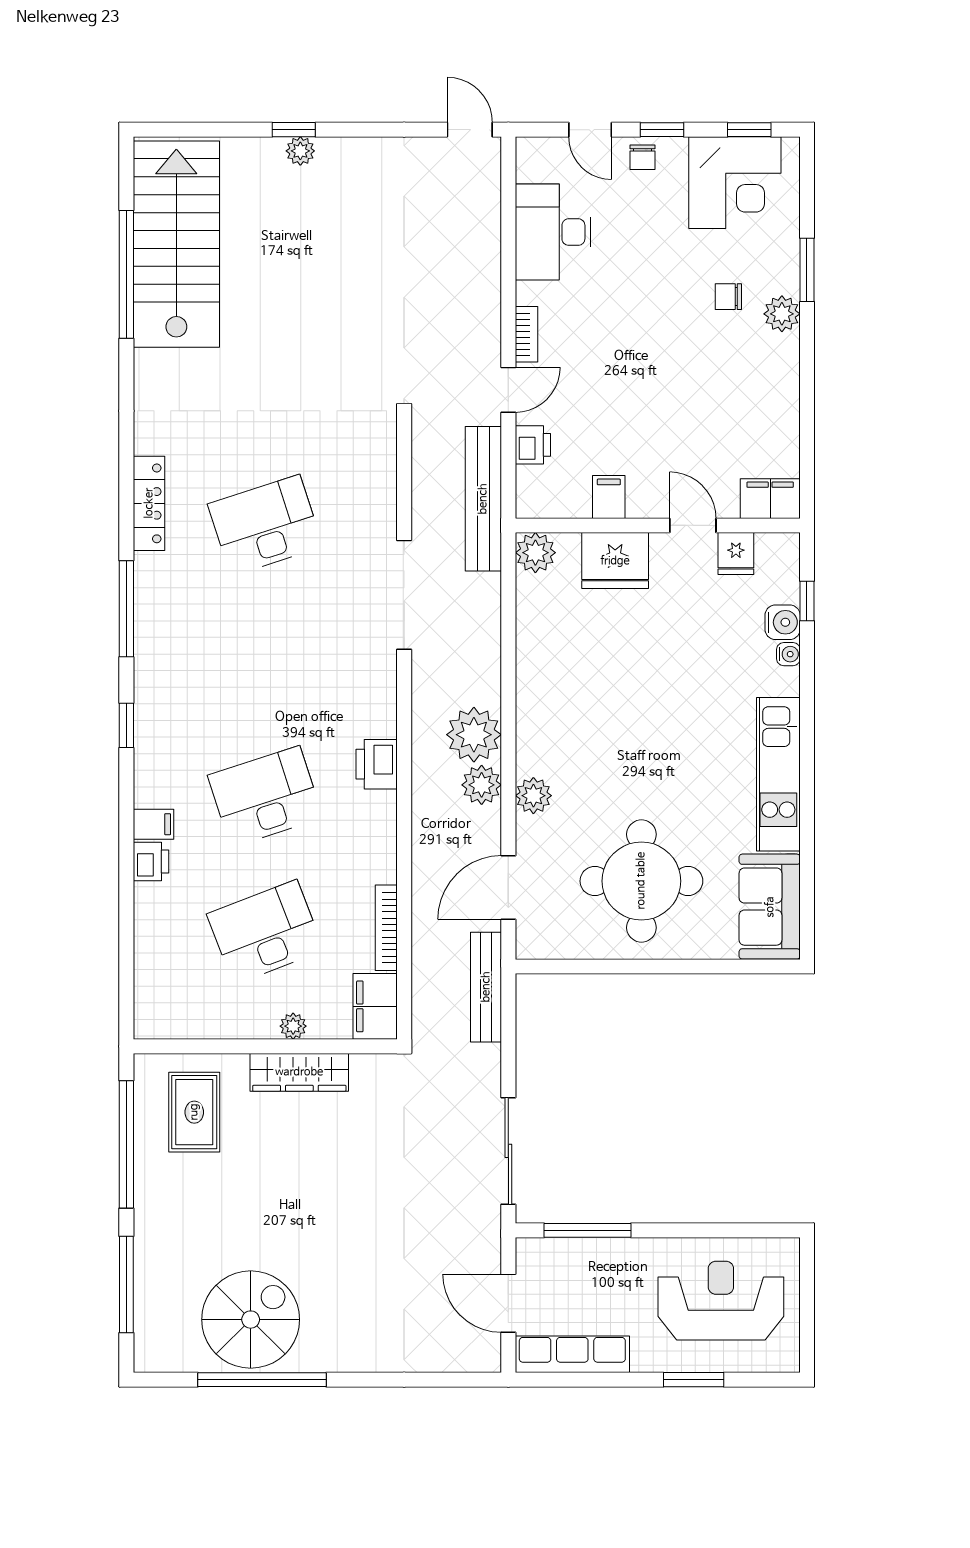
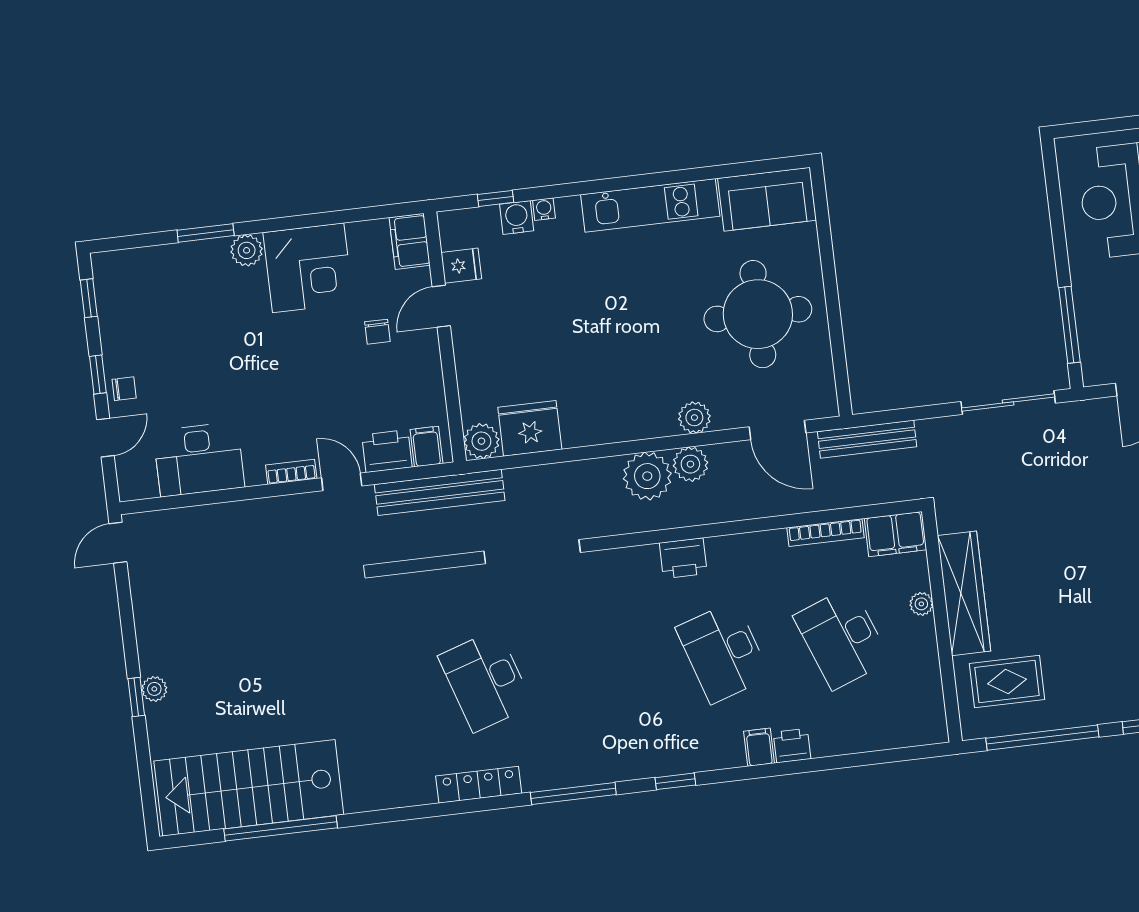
corner desk: (735, 183) -> (308, 268), moved, turned 90
chair: (728, 297) -> (377, 332), moved
printer: (533, 445) -> (387, 451), width x1.36, depth x1.24
filing cabinet: (609, 497) -> (426, 447), moved, turned 90
fridge: (615, 561) -> (530, 428), moved, turned -90
wardrobe: (299, 1072) -> (964, 593), width x1.40, depth x1.17

